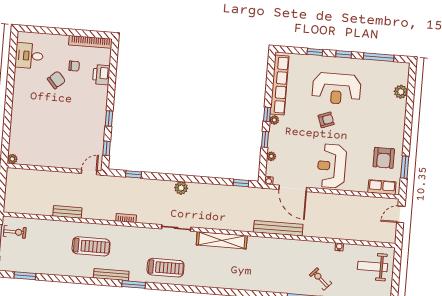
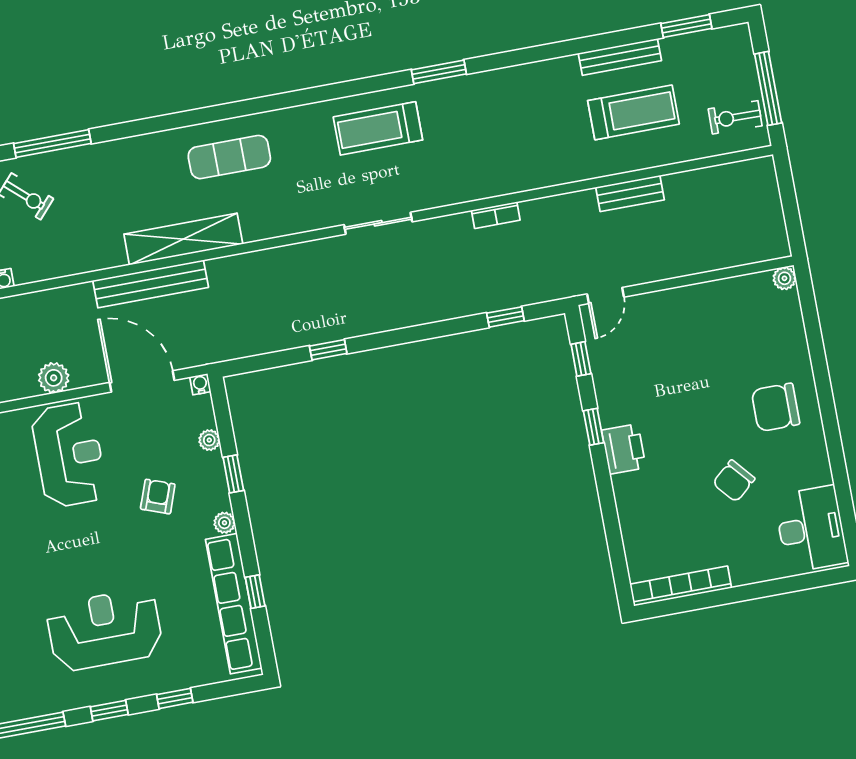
desk: (29, 56) -> (811, 529), width x1.37
chair: (74, 66) -> (776, 407), moved, width x1.87, depth x1.87
printer: (101, 75) -> (624, 449), moved
window: (267, 114) -> (255, 592), moved
armchair: (326, 120) -> (158, 497), moved, turned 130
window: (241, 183) -> (328, 350), moved
plant: (181, 188) -> (54, 378), moved
shelving: (222, 240) -> (183, 239), moved
treadmill: (91, 246) -> (633, 112), moved, turned 180
exercise mat: (231, 272) -> (229, 157), added
bench: (111, 275) -> (620, 57), moved

